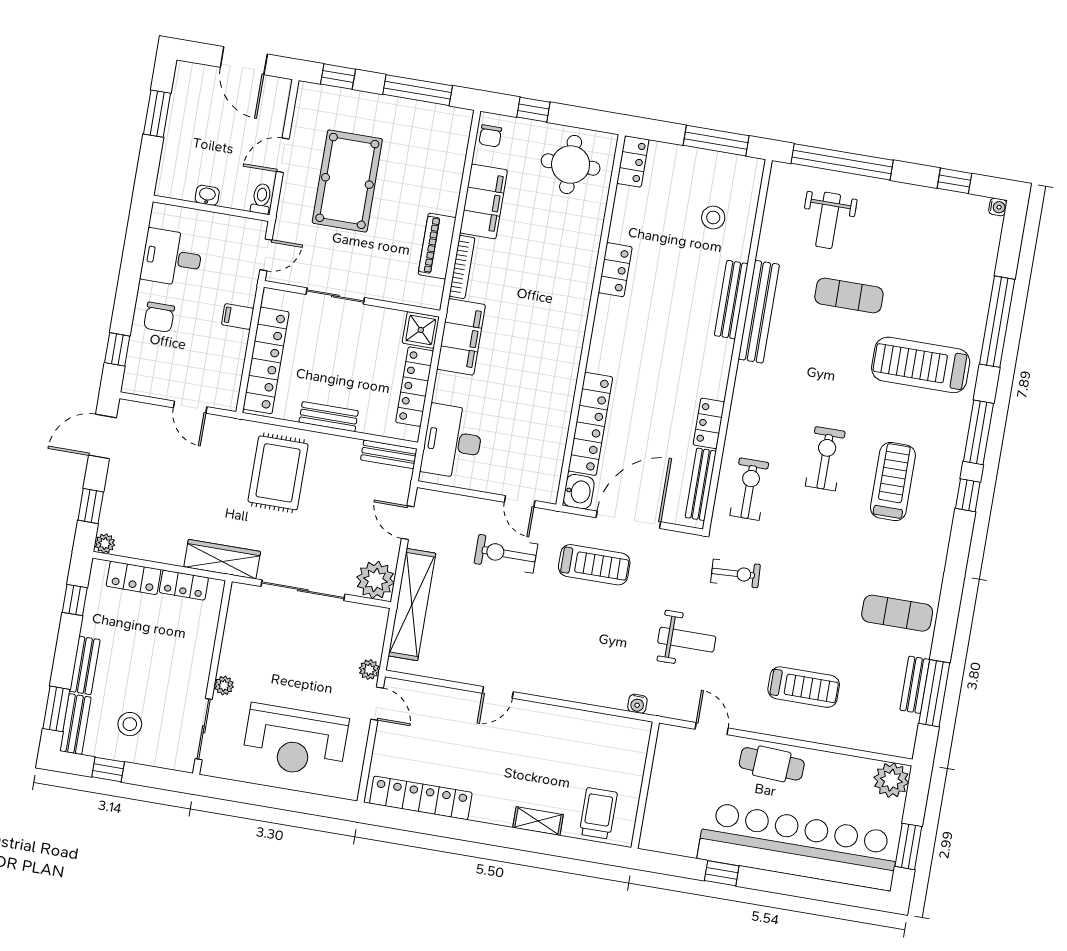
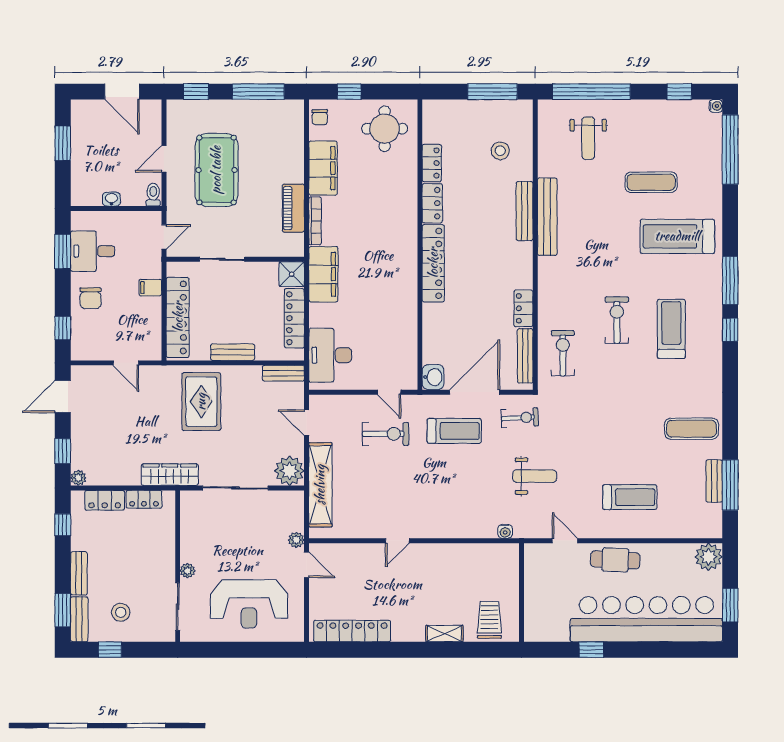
locker: (633, 161) -> (432, 163), moved
window: (134, 252) -> (63, 252), added
exercise mat: (849, 295) -> (651, 182), moved
window: (997, 322) -> (730, 150), moved
locker: (590, 424) -> (433, 263), moved
exercise bike: (506, 554) -> (385, 434), turned 180
exercise bike: (735, 574) -> (520, 418), moved

